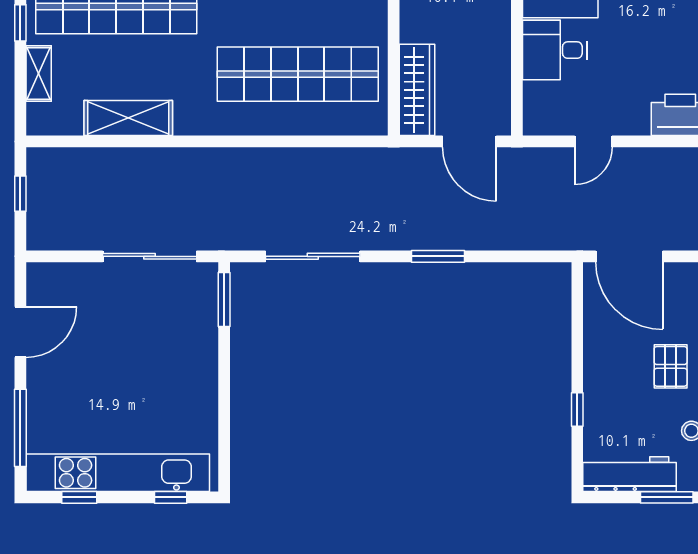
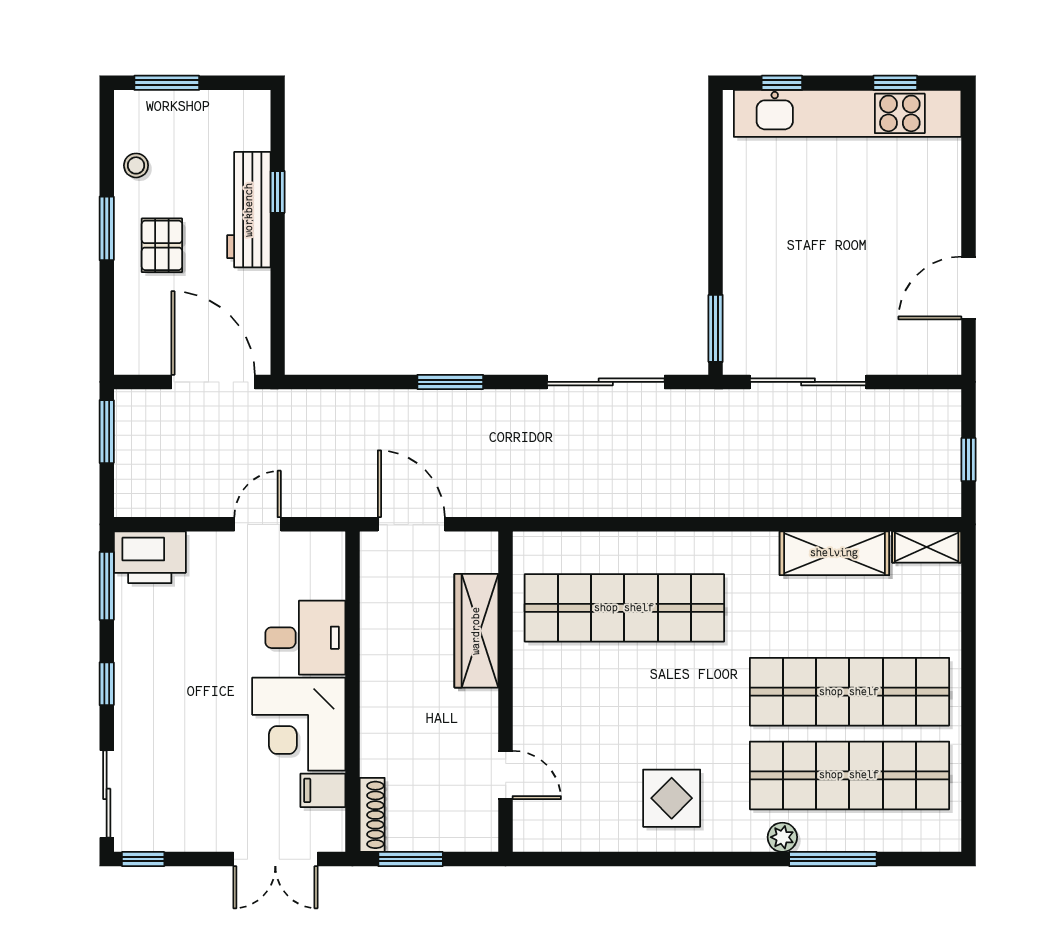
window: (20, 23) -> (968, 671), removed
shelving: (39, 74) -> (927, 547), moved, turned 90
wardrobe: (417, 90) -> (476, 631), moved
window: (20, 428) -> (968, 169), removed
workbench: (630, 474) -> (249, 210), moved, turned 90

